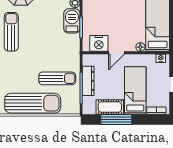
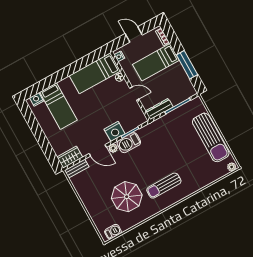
nightstand: (99, 43) -> (115, 131), moved, turned 90
sun lounger: (57, 78) -> (180, 129), removed
dresser: (88, 81) -> (159, 109), moved
sun lounger: (33, 103) -> (211, 137), turned 180
cot: (110, 107) -> (180, 75), removed

